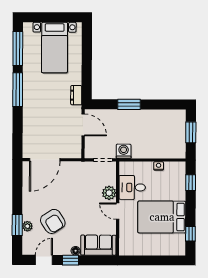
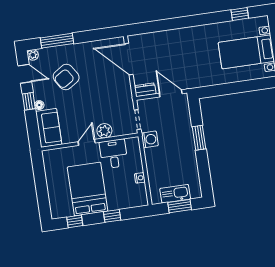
window: (18, 48) -> (240, 14), width x0.46
window: (18, 90) -> (197, 20), removed
dresser: (76, 95) -> (145, 90), moved
door: (83, 125) -> (171, 93), swing flipped
kitchen sink: (179, 135) -> (175, 194), added
window: (191, 183) -> (112, 216), moved
window: (17, 225) -> (57, 41), width x1.44
plant: (27, 226) -> (33, 55), moved

